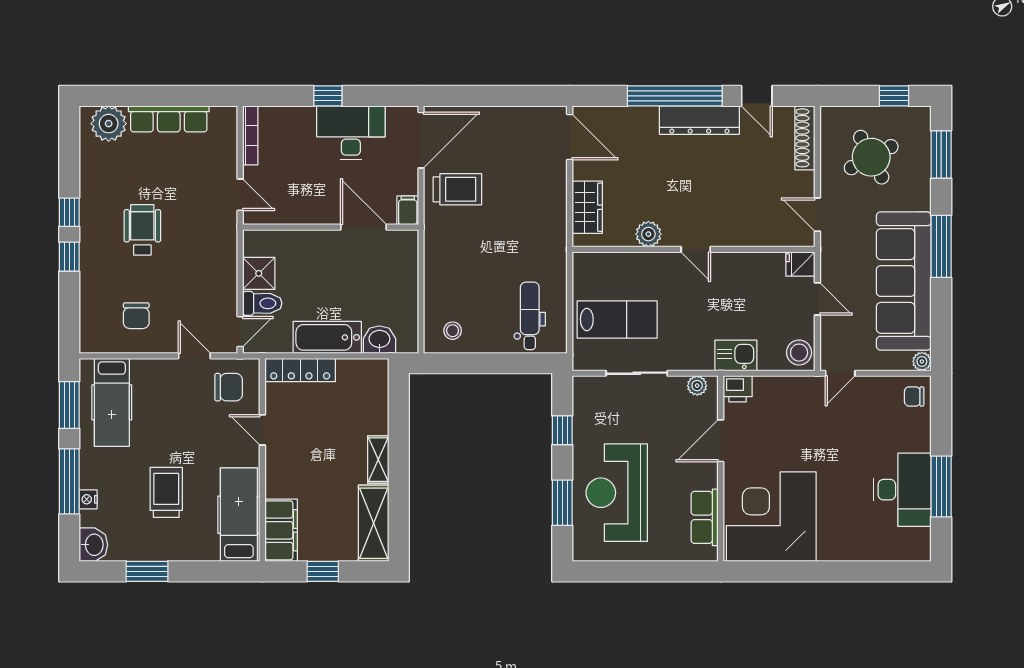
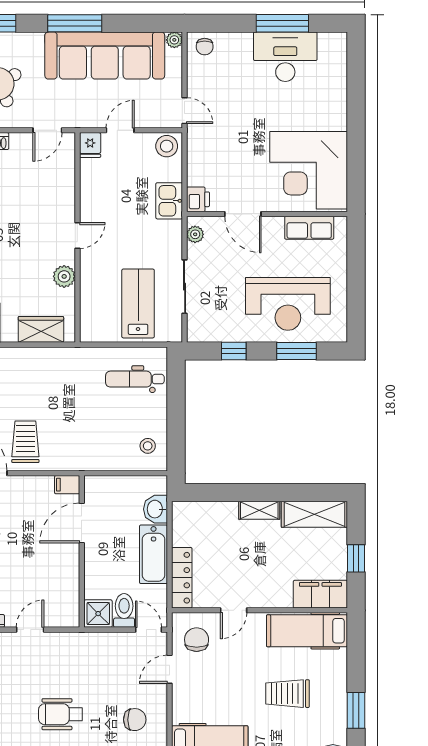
filing cabinet: (408, 210) -> (67, 485), moved
wall: (331, 227) -> (82, 551), moved
door: (363, 227) -> (82, 523), moved

